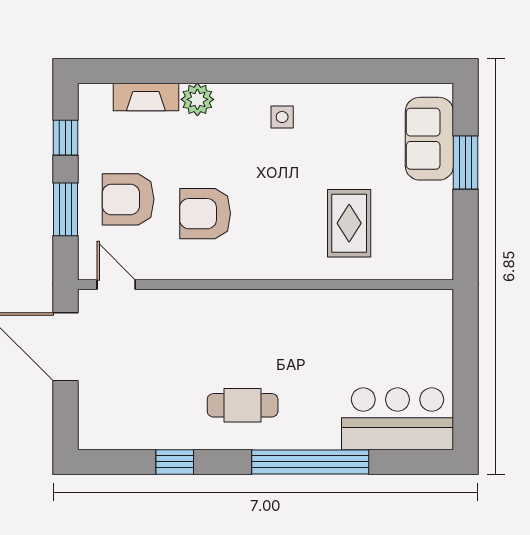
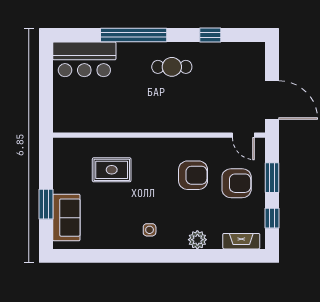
fireplace: (146, 97) -> (241, 241), moved
rug: (349, 223) -> (112, 170), turned 90

